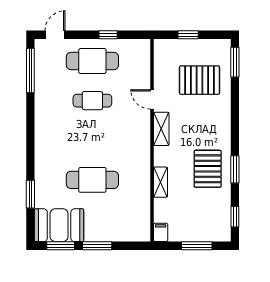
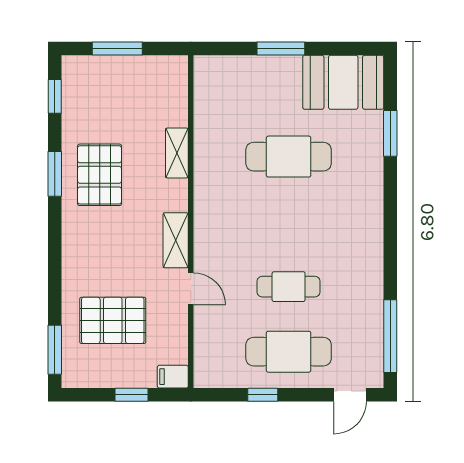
filing cabinet: (161, 232) -> (173, 377), moved, turned 90
window: (61, 246) -> (341, 49), removed

